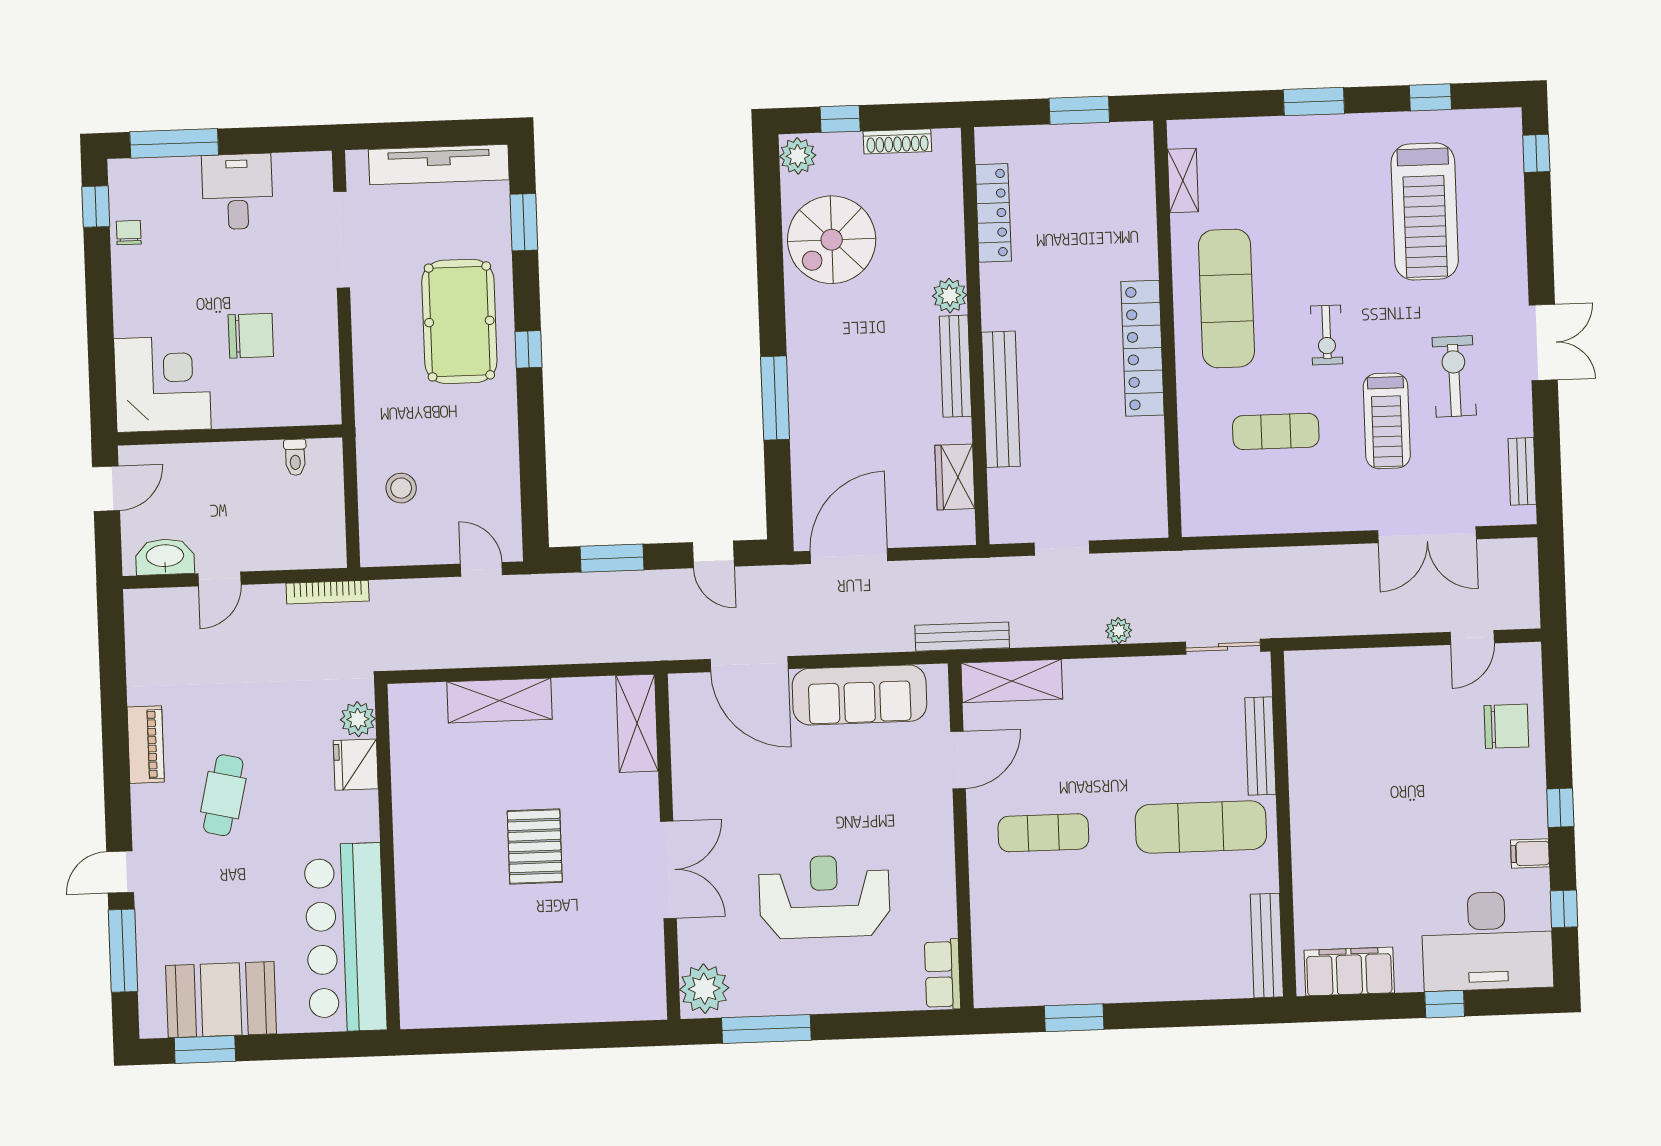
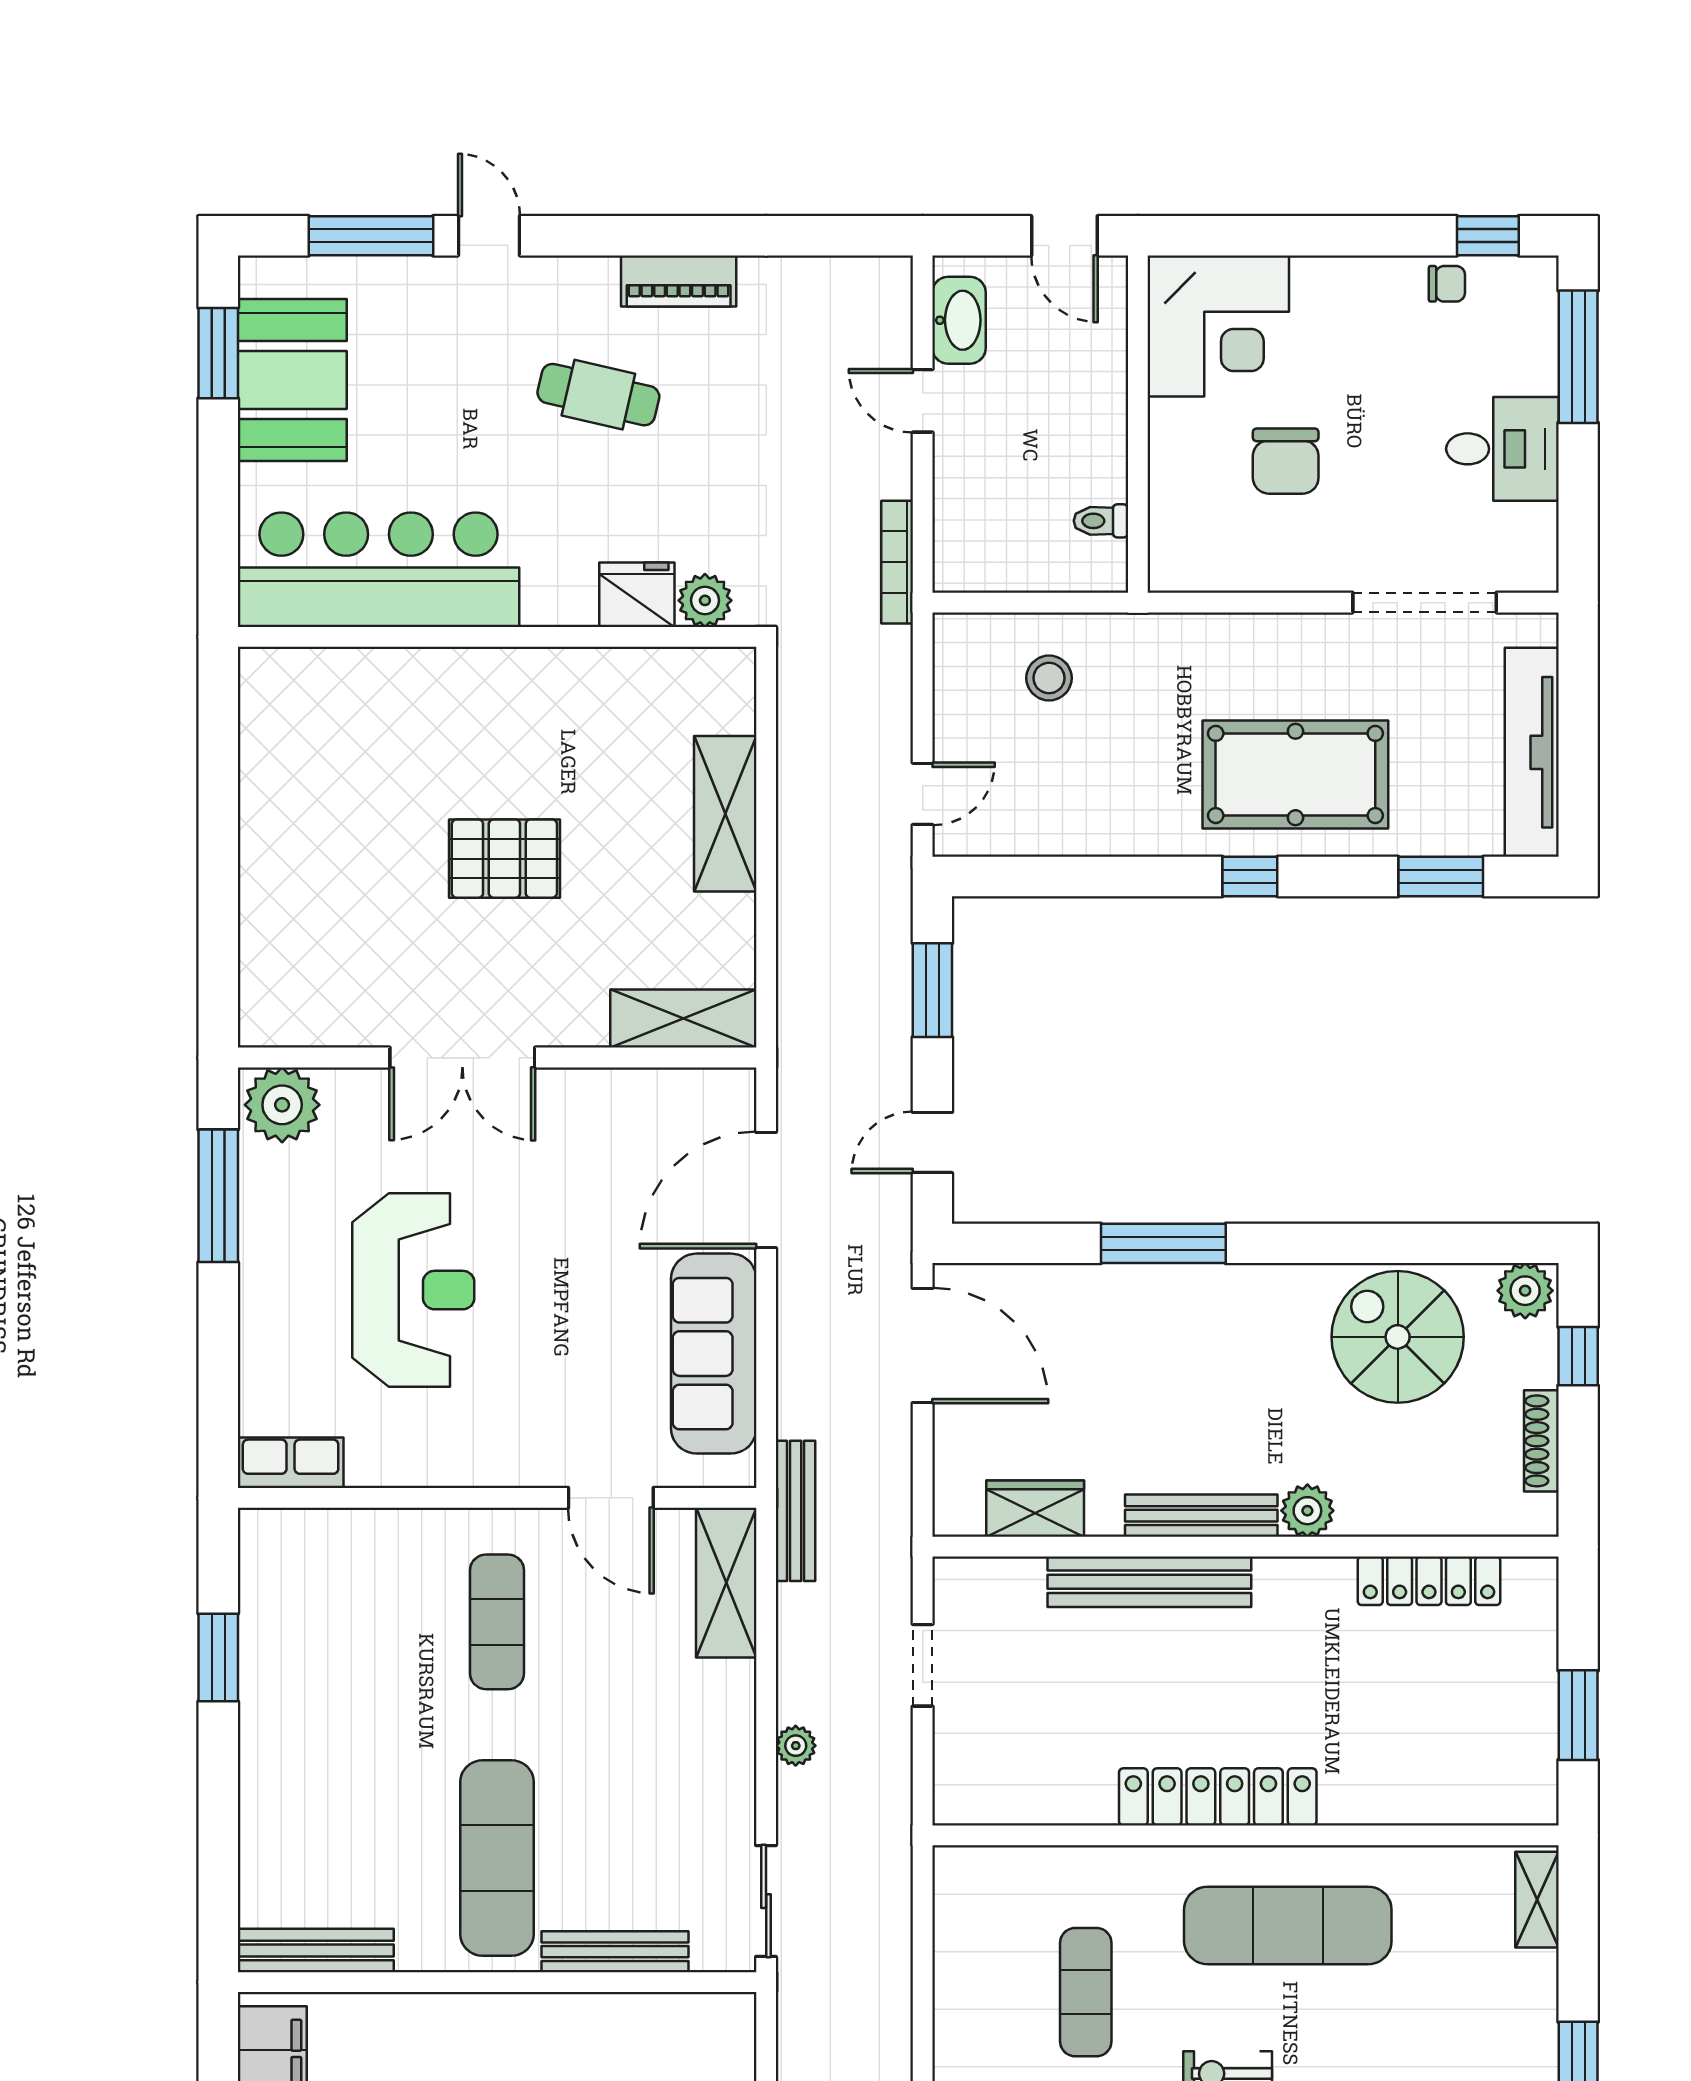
shelving: (1183, 180) -> (1537, 1900), moved, turned 90

